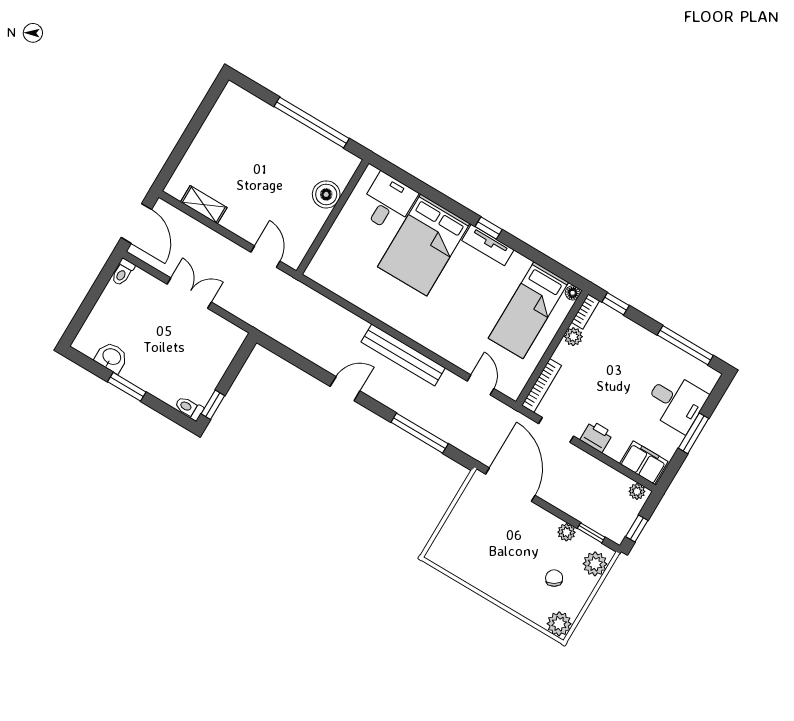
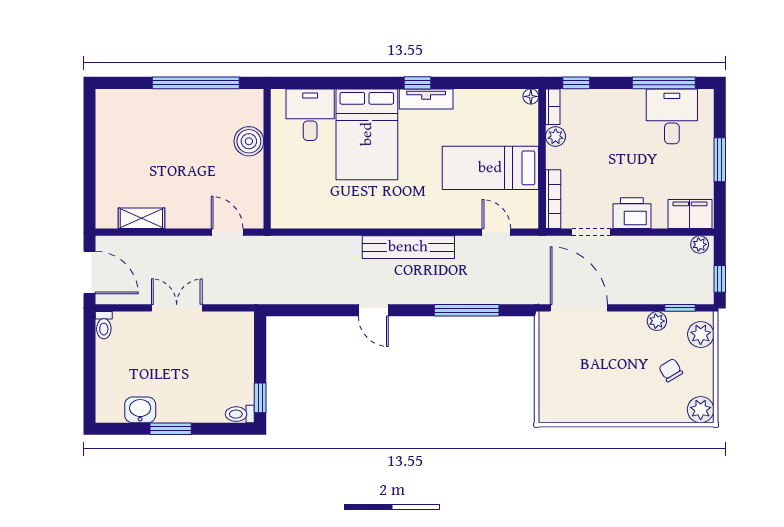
bed: (528, 310) -> (490, 168), moved, turned 90
door: (345, 389) -> (373, 310), swing flipped
desk: (676, 402) -> (672, 116), moved, turned -90
printer: (597, 437) -> (632, 213), width x1.36, depth x1.24

